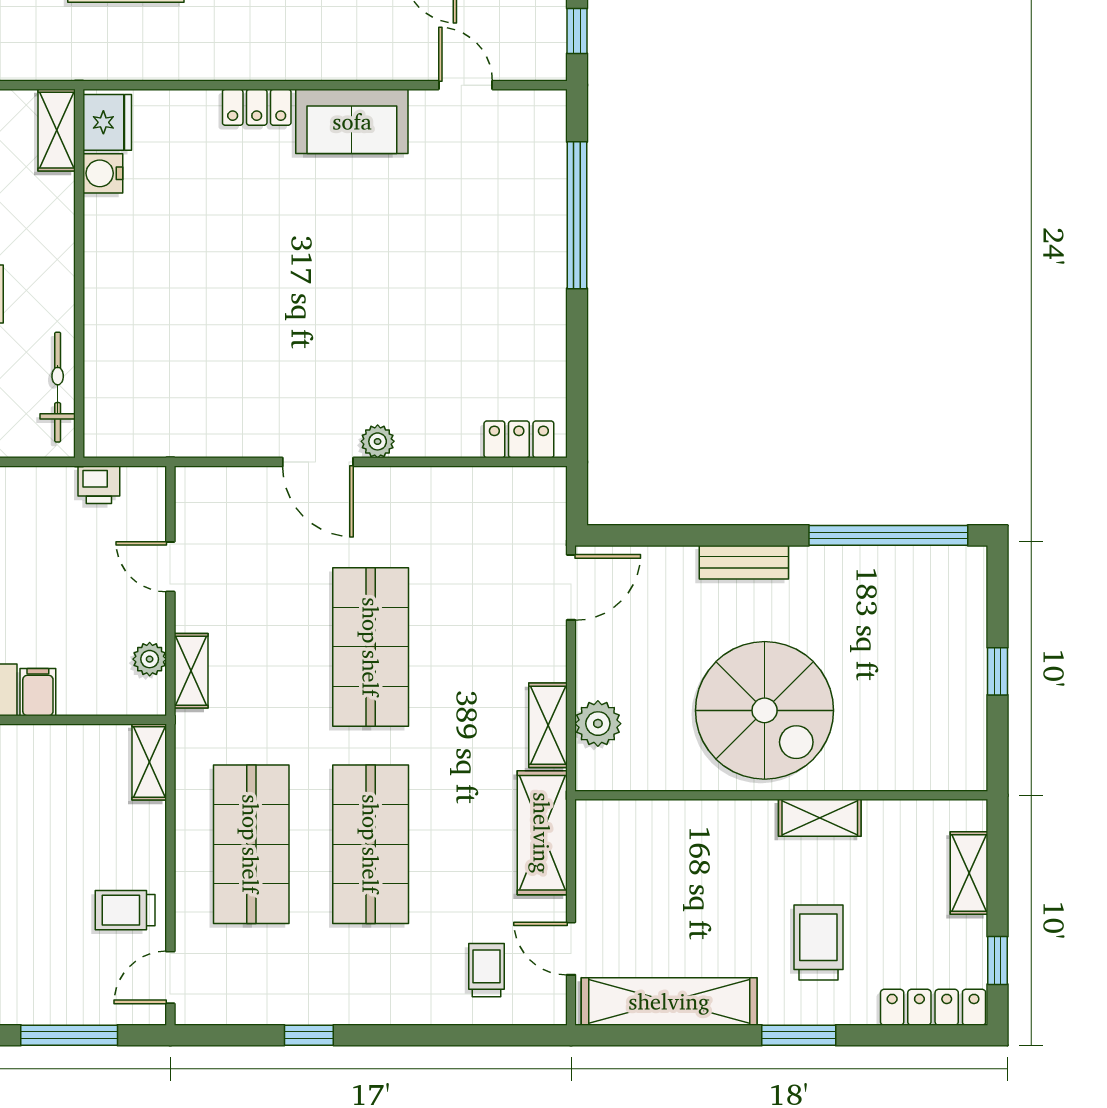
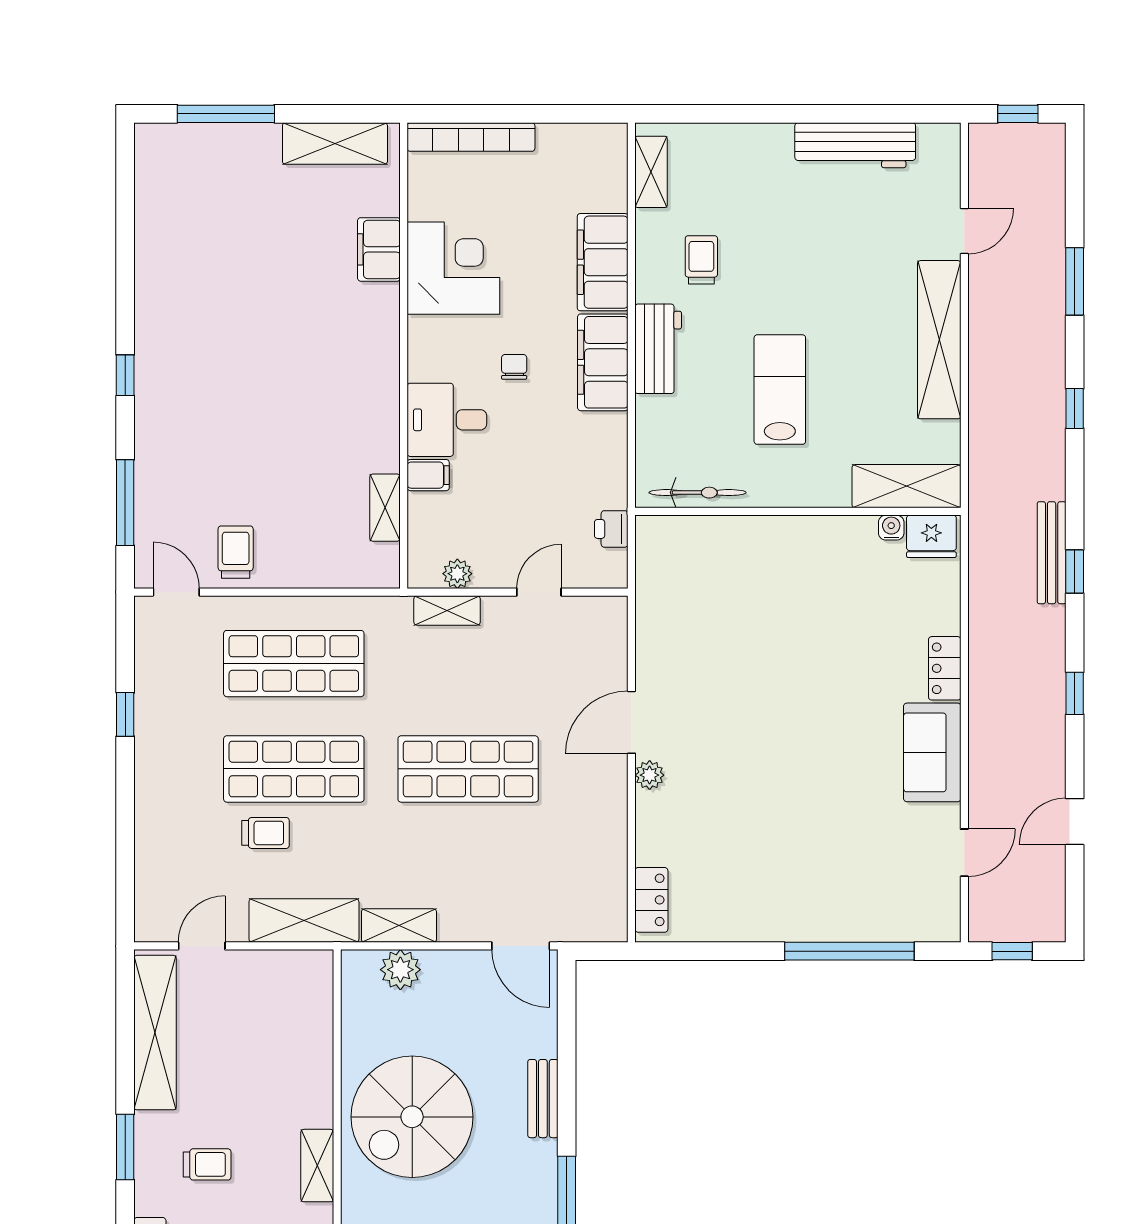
shelving: (57, 130) -> (906, 486), width x1.50, depth x1.33
water cooler: (103, 173) -> (891, 528), width x0.72, depth x0.72
shelving: (149, 762) -> (385, 508), moved, turned 90
trolley: (818, 942) -> (207, 1164), width x0.73, depth x0.72
trolley: (486, 970) -> (266, 833), moved

